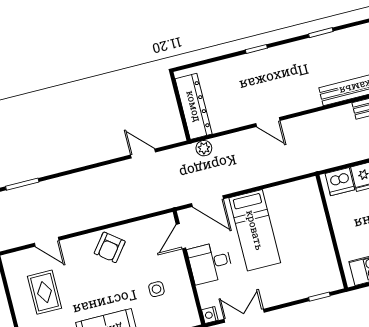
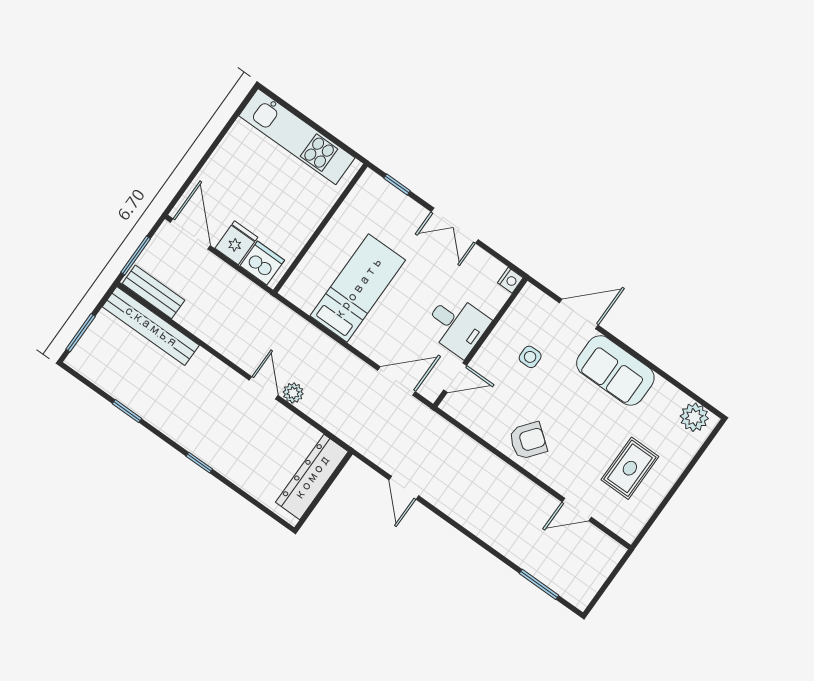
plant: (204, 148) -> (293, 393), moved
door: (207, 201) -> (396, 381), hinge flipped
bed: (255, 230) -> (358, 288), moved
door: (47, 242) -> (577, 510), swing flipped
double door: (244, 316) -> (455, 226), moved

